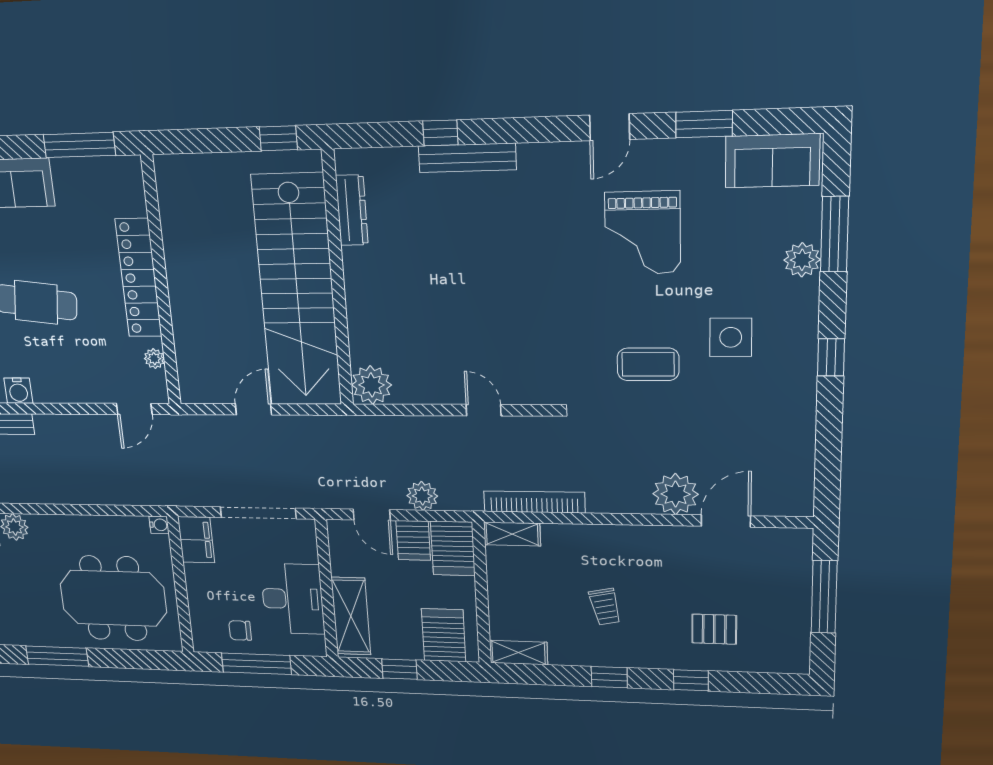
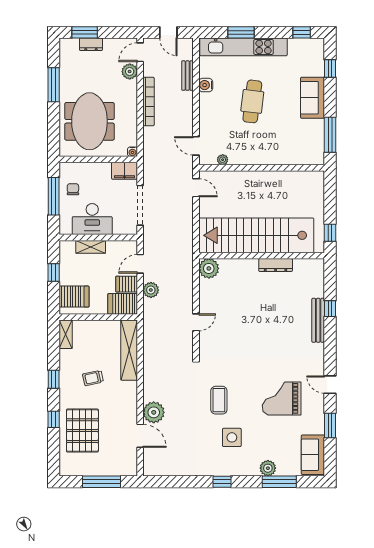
dresser: (352, 210) -> (276, 265), moved
locker: (139, 278) -> (264, 157), removed
door: (253, 409) -> (196, 188), moved
bookcase: (534, 502) -> (148, 101), moved
shelving: (512, 534) -> (129, 350), width x2.20, depth x1.33
shelving: (351, 616) -> (91, 247), width x0.67, depth x0.75
pallet: (714, 629) -> (82, 431), width x2.05, depth x2.00

